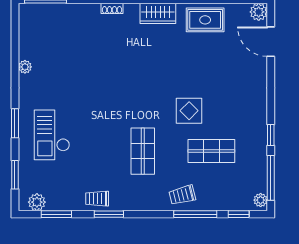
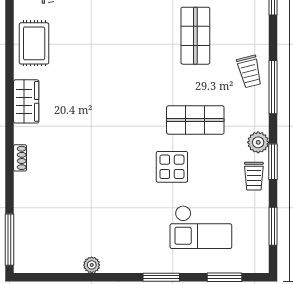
display table: (189, 111) -> (172, 167), moved
checkout: (52, 135) -> (201, 227), moved
plant: (37, 202) -> (258, 142), moved
window: (195, 214) -> (273, 87), moved

